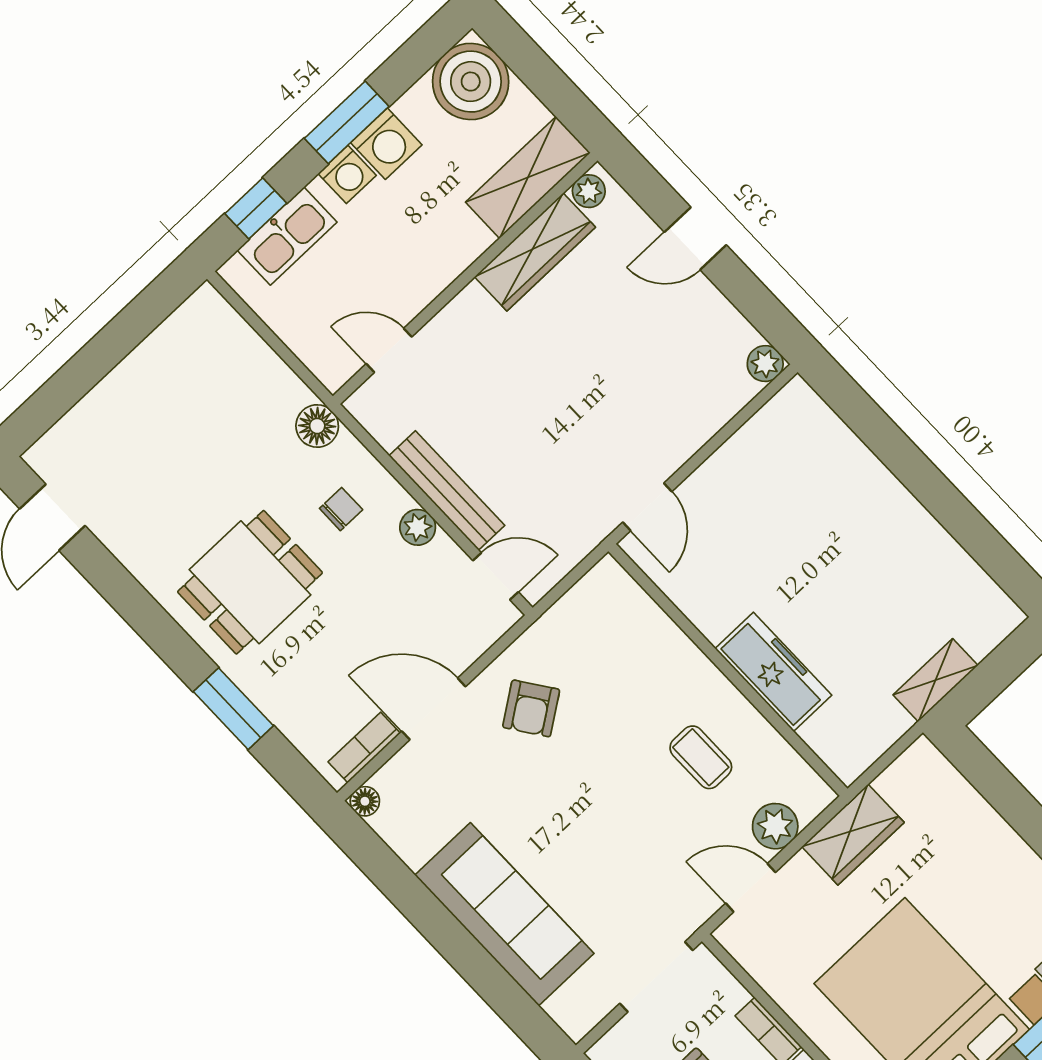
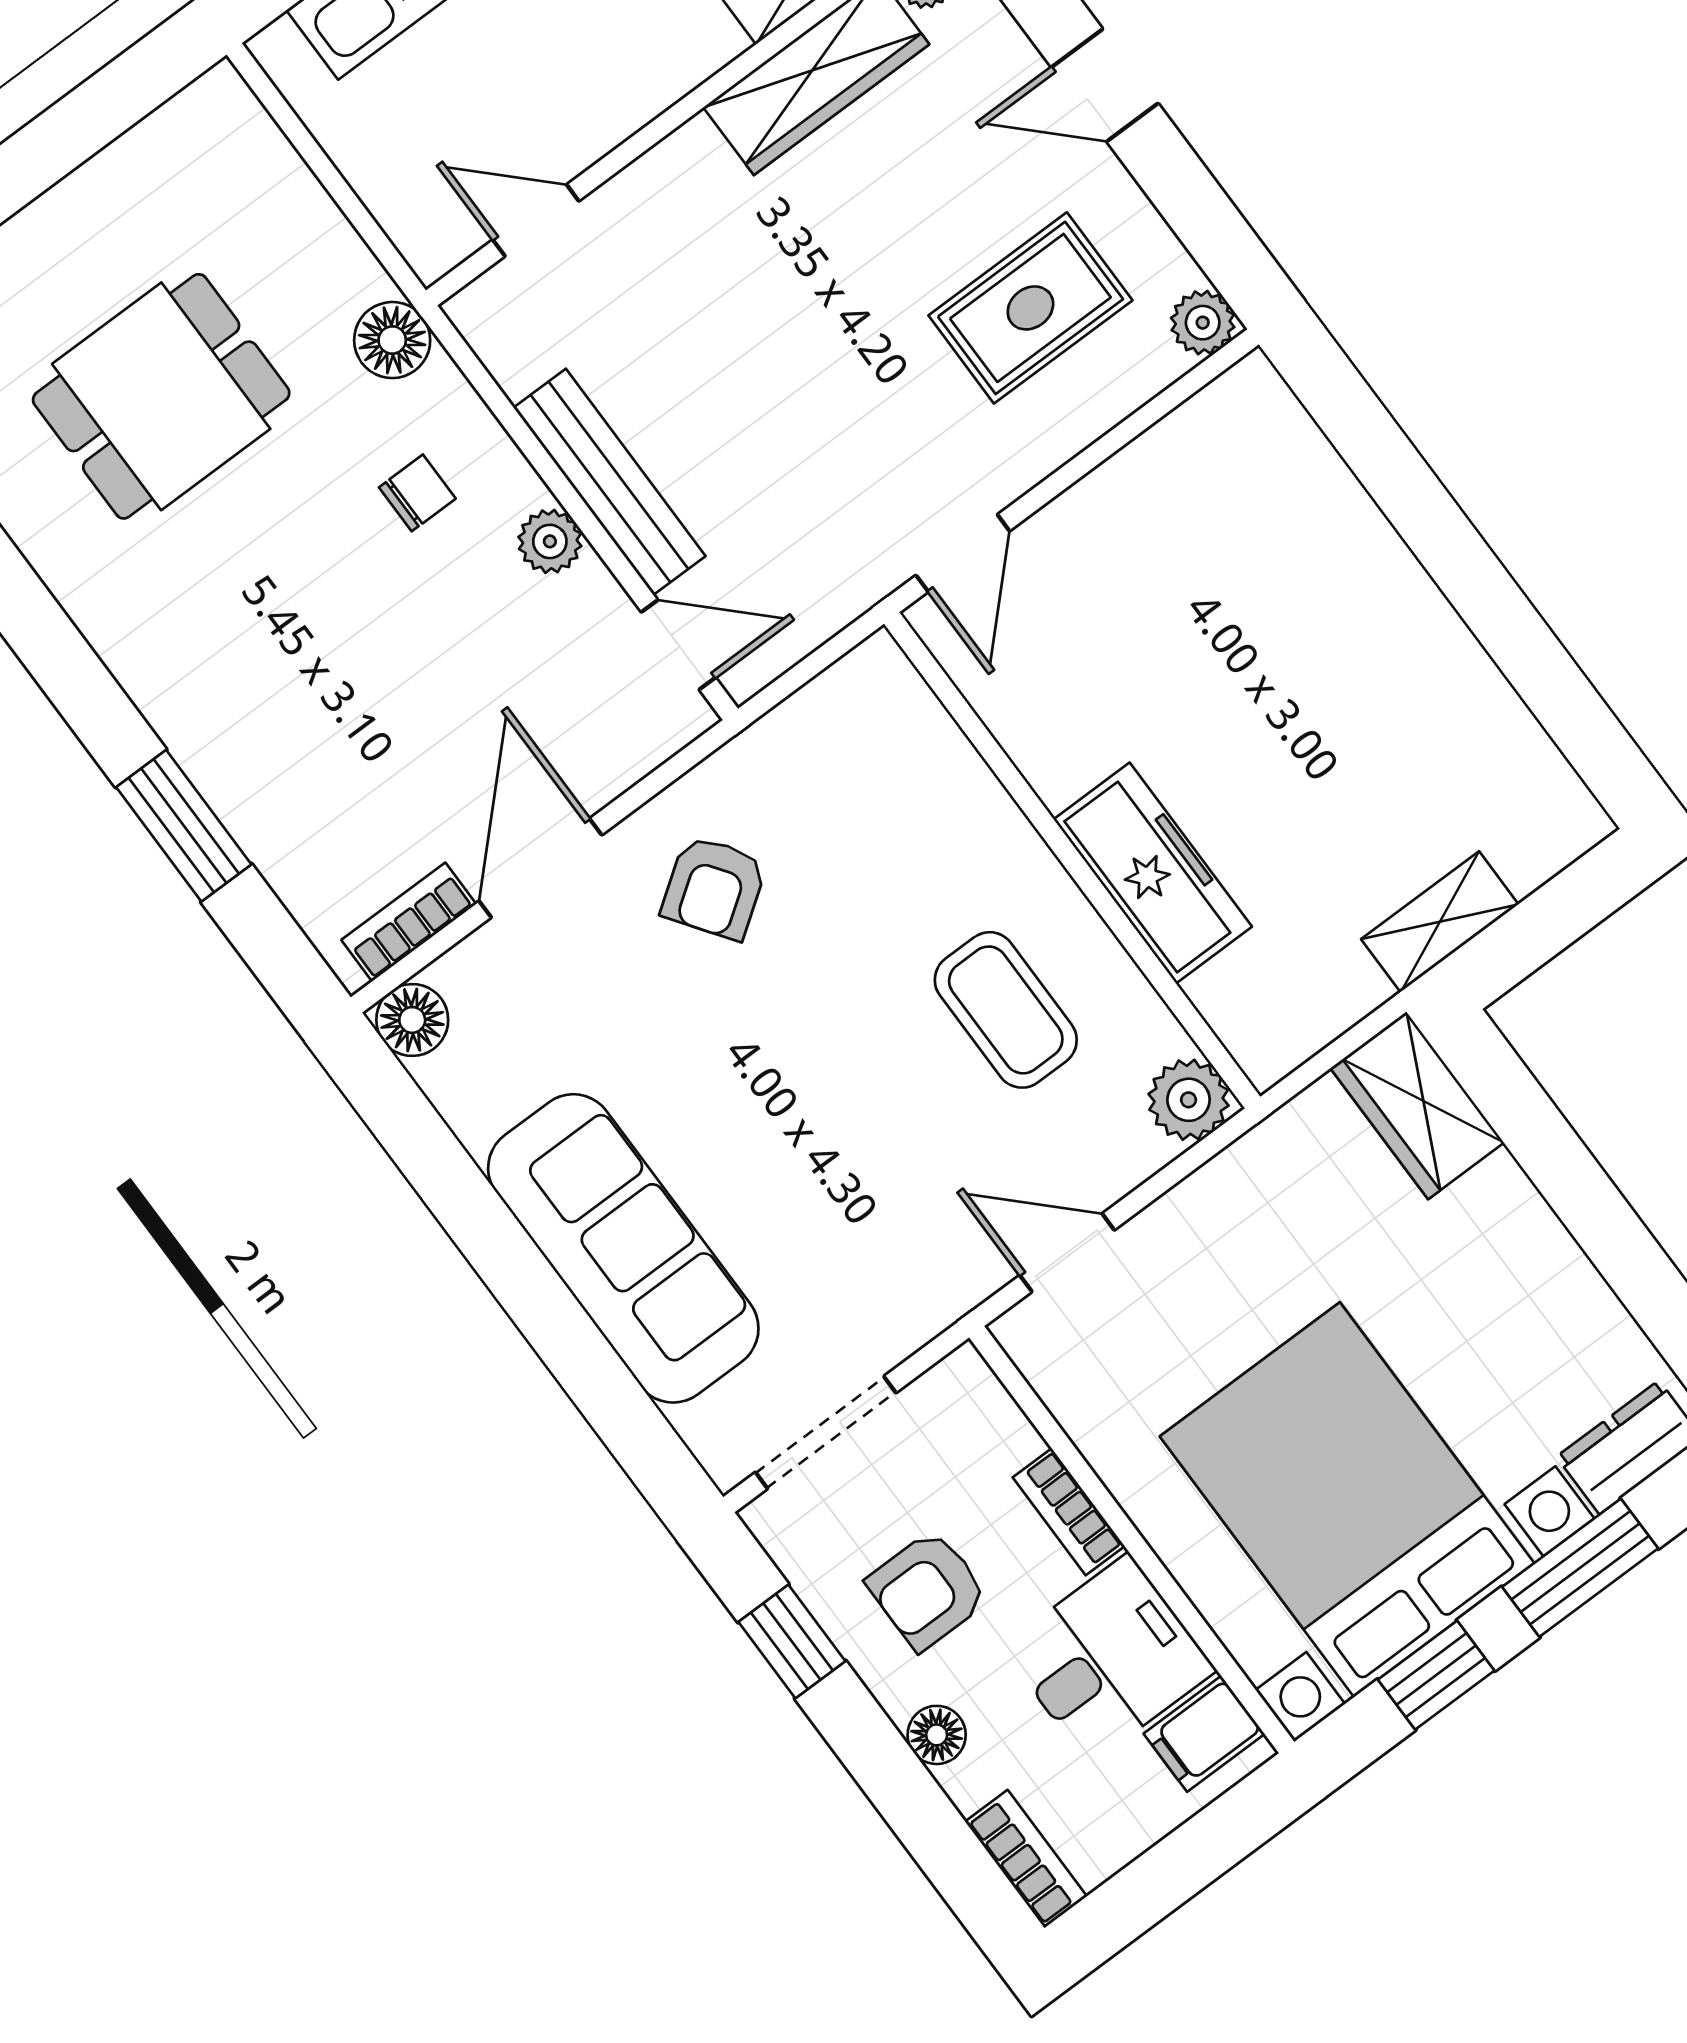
rug: (669, 367) -> (1030, 308), added
dining table: (250, 582) -> (161, 396), moved
door: (434, 709) -> (540, 868), hinge flipped
coffee table: (701, 757) -> (1006, 1010), width x1.36, depth x1.30
floor lamp: (365, 801) -> (412, 1020), width x1.37, depth x1.37
plant: (775, 826) -> (1189, 1100), moved
wardrobe: (853, 835) -> (1417, 1105), moved, turned 90
doorway: (656, 977) -> (826, 1433), moved

